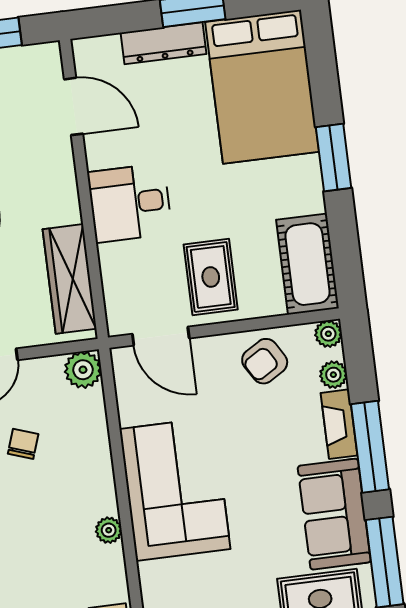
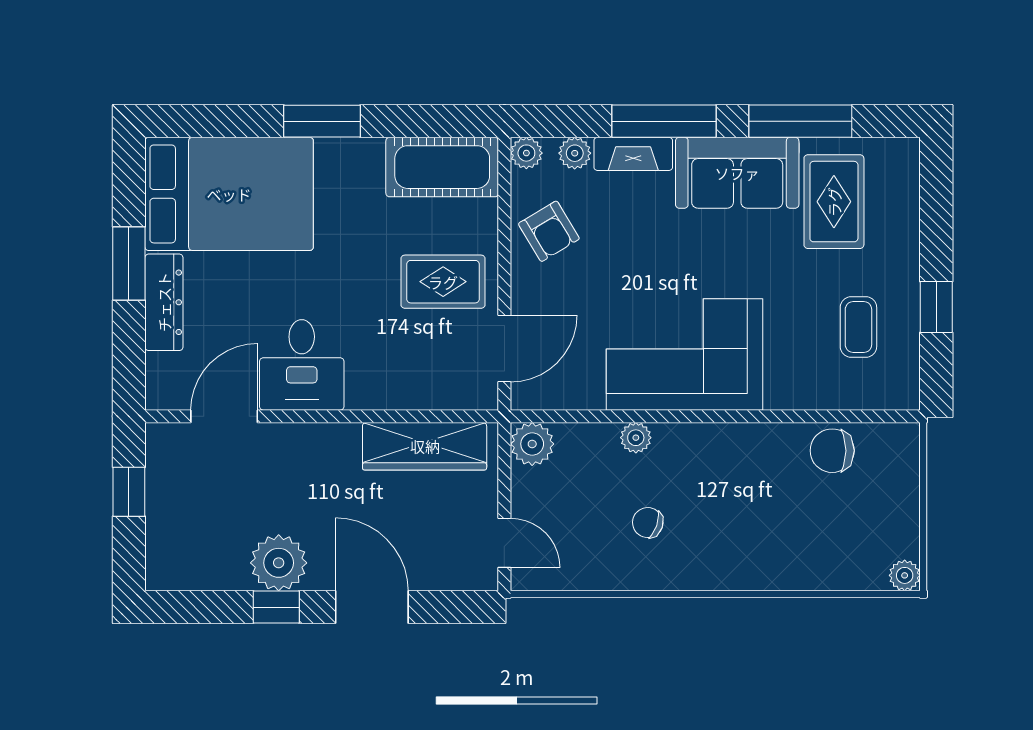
desk: (130, 203) -> (302, 365), moved
chair: (23, 444) -> (648, 523), moved
plant: (109, 530) -> (636, 438), moved

